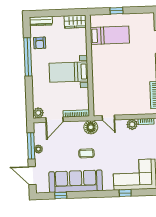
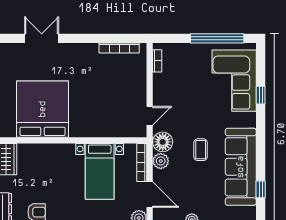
bed: (110, 35) -> (43, 109), width x2.04
bed with nightstands: (69, 72) -> (100, 171), moved
plant: (132, 124) -> (161, 161), moved

